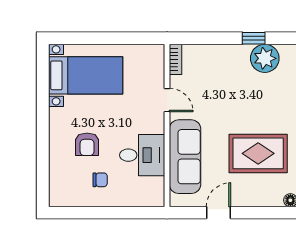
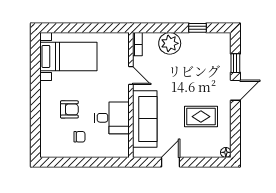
plant: (265, 58) -> (170, 43), moved
armchair: (87, 144) -> (69, 109), turned -90
rug: (258, 153) -> (201, 117), width x0.73, depth x0.70

